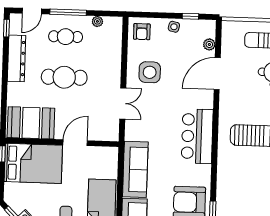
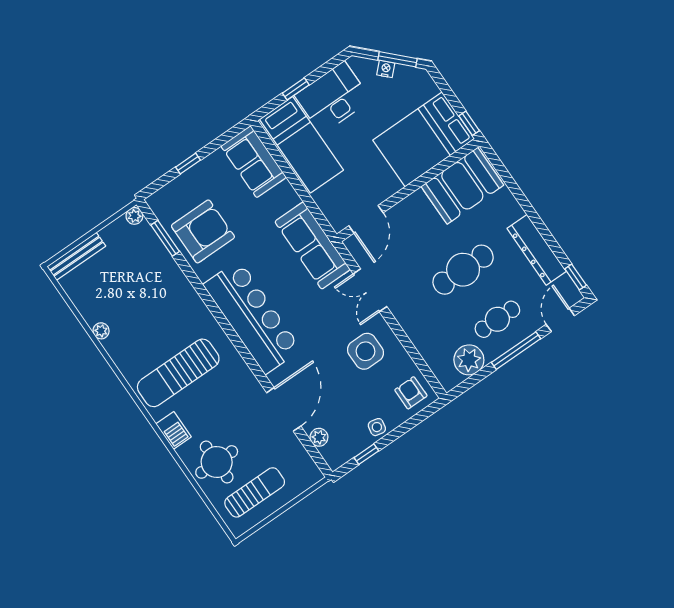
plant: (97, 21) -> (469, 360), width x1.88, depth x1.88
bar counter: (197, 136) -> (252, 317), width x1.36
door: (75, 143) -> (366, 219), moved
sofa: (135, 169) -> (312, 246), moved

